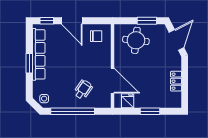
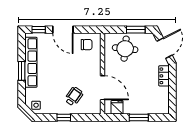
locker: (176, 81) -> (164, 76), moved
window: (73, 111) -> (64, 118), width x0.32

